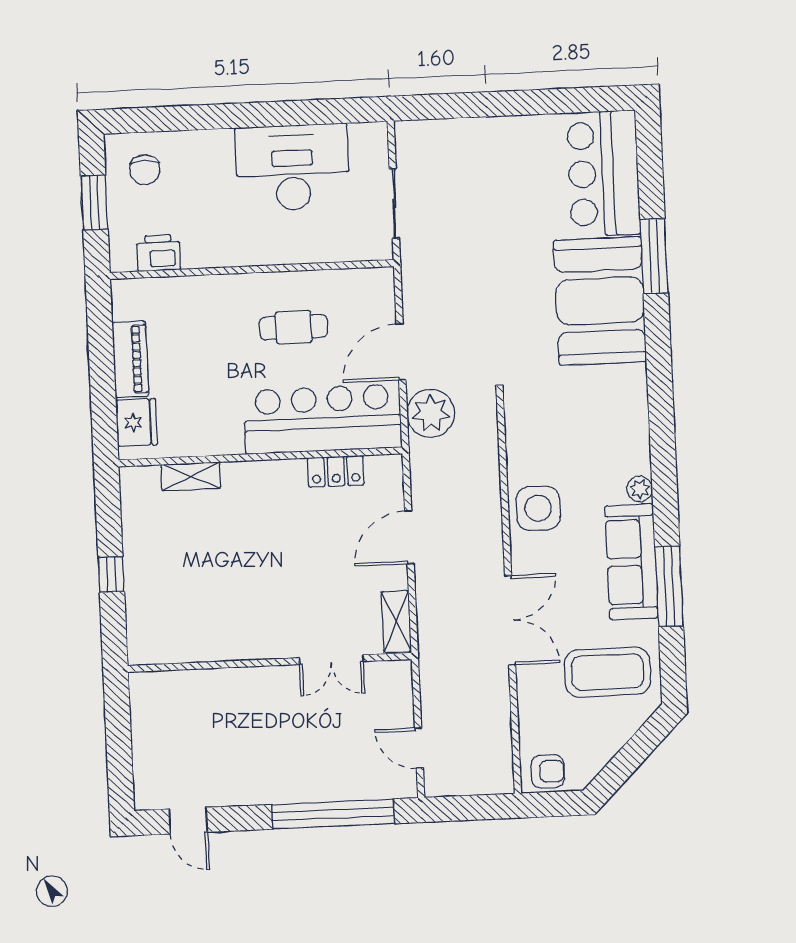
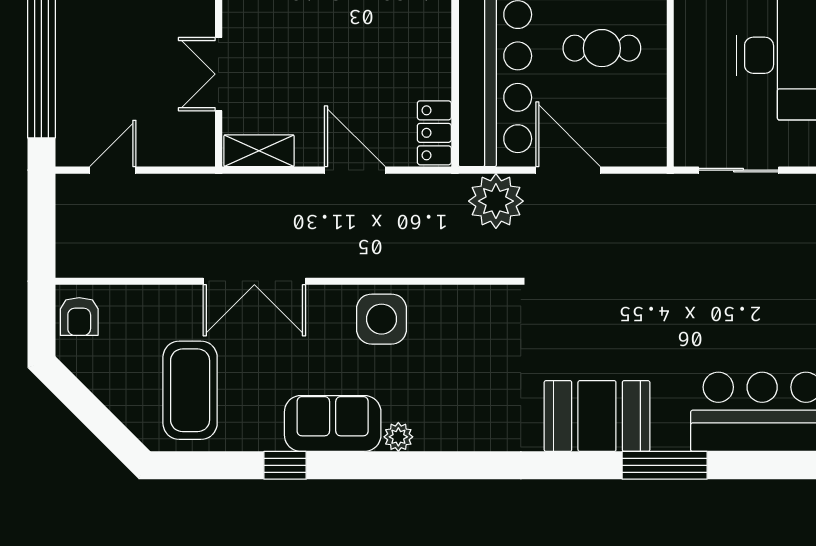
booth: (600, 301) -> (597, 416), width x0.73, depth x0.70
cafe table: (294, 327) -> (602, 48), turned 90
locker: (336, 471) -> (434, 133), moved
sofa: (631, 562) -> (333, 423), width x0.73
window: (669, 586) -> (285, 465), width x0.46

